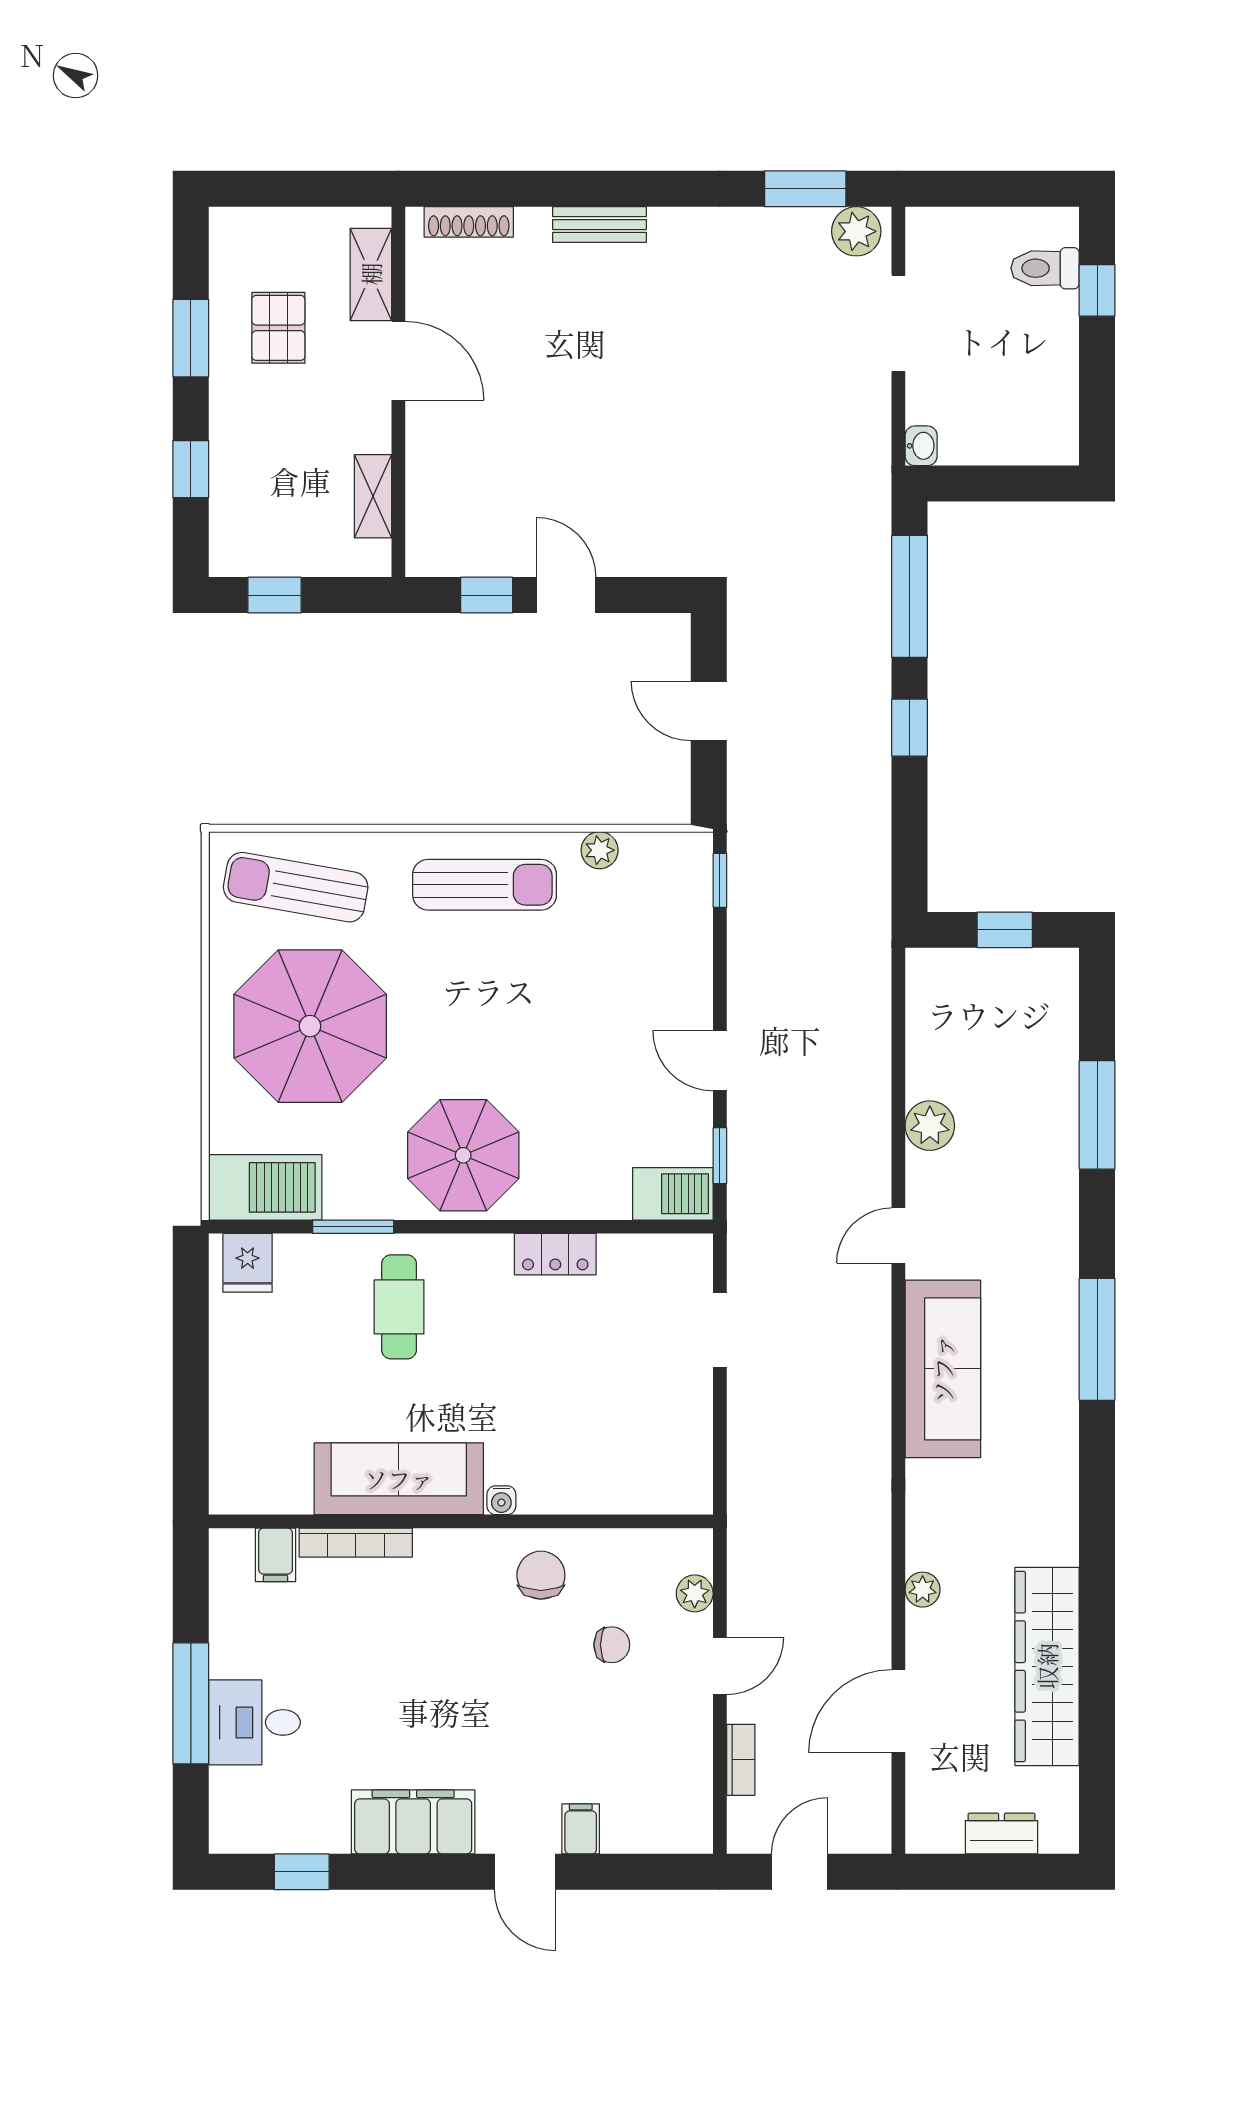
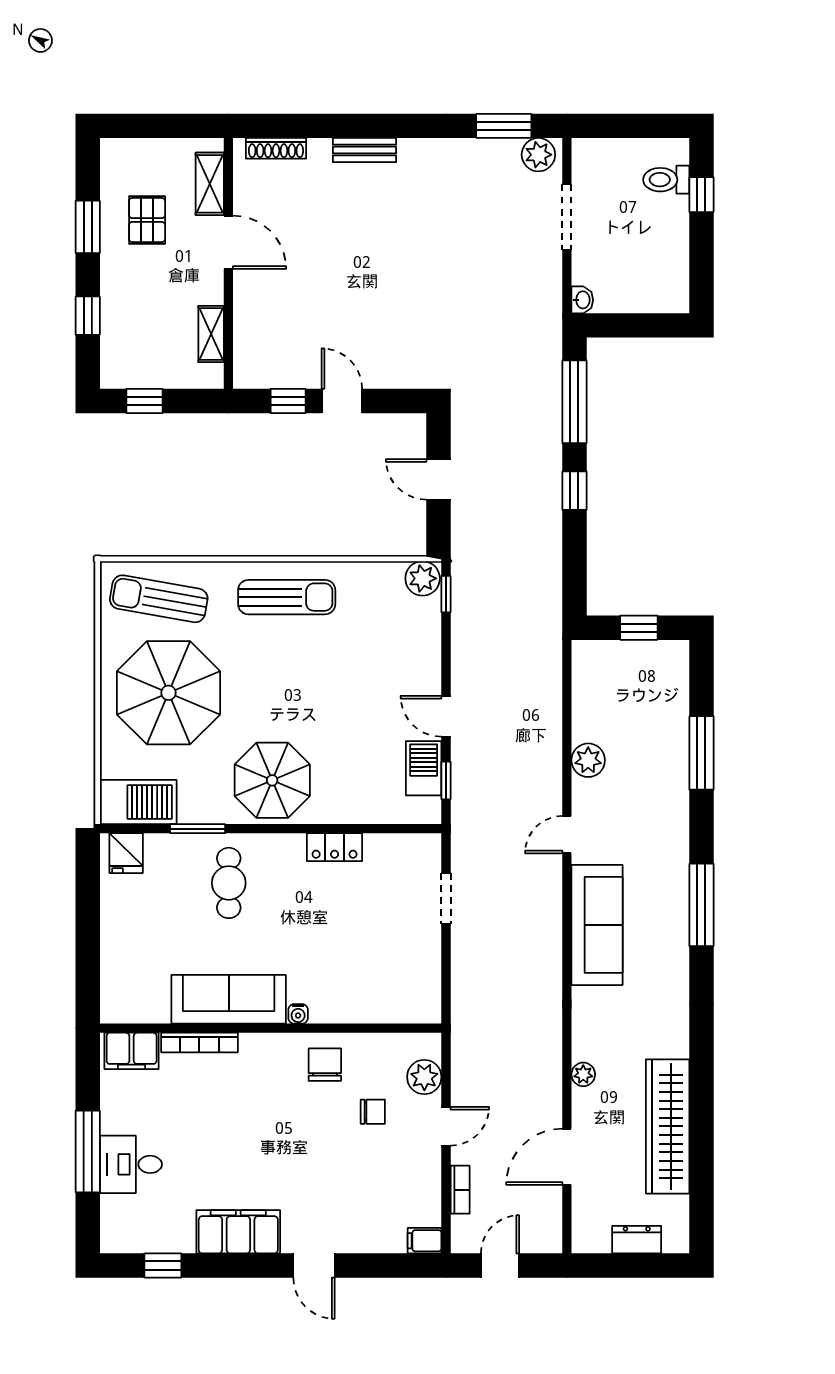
plant: (600, 850) -> (423, 578), moved, width x1.38, depth x1.38
barbecue: (673, 1194) -> (424, 768), moved, turned -90
filing cabinet: (276, 1555) -> (132, 1051), width x2.00
plant: (695, 1593) -> (424, 1077), width x1.38, depth x1.38
filing cabinet: (581, 1829) -> (425, 1241), moved, turned -90

